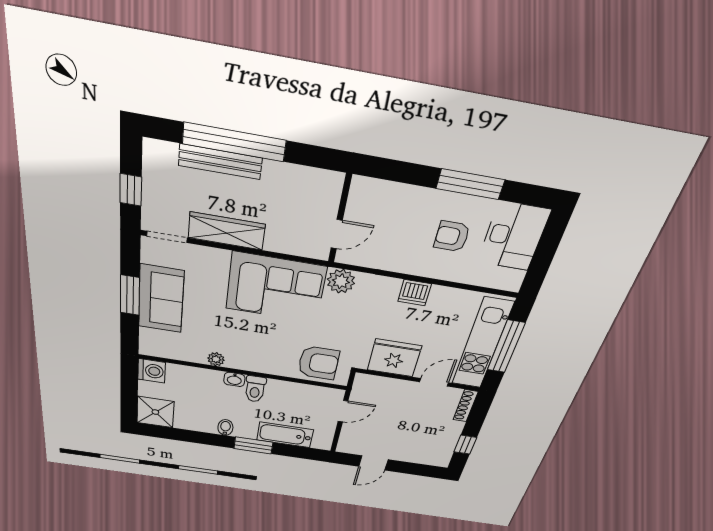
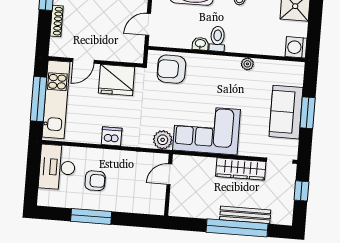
desk: (514, 236) -> (57, 167), moved
washbasin: (234, 379) -> (200, 44), moved
shoe rack: (466, 406) -> (57, 21), moved

